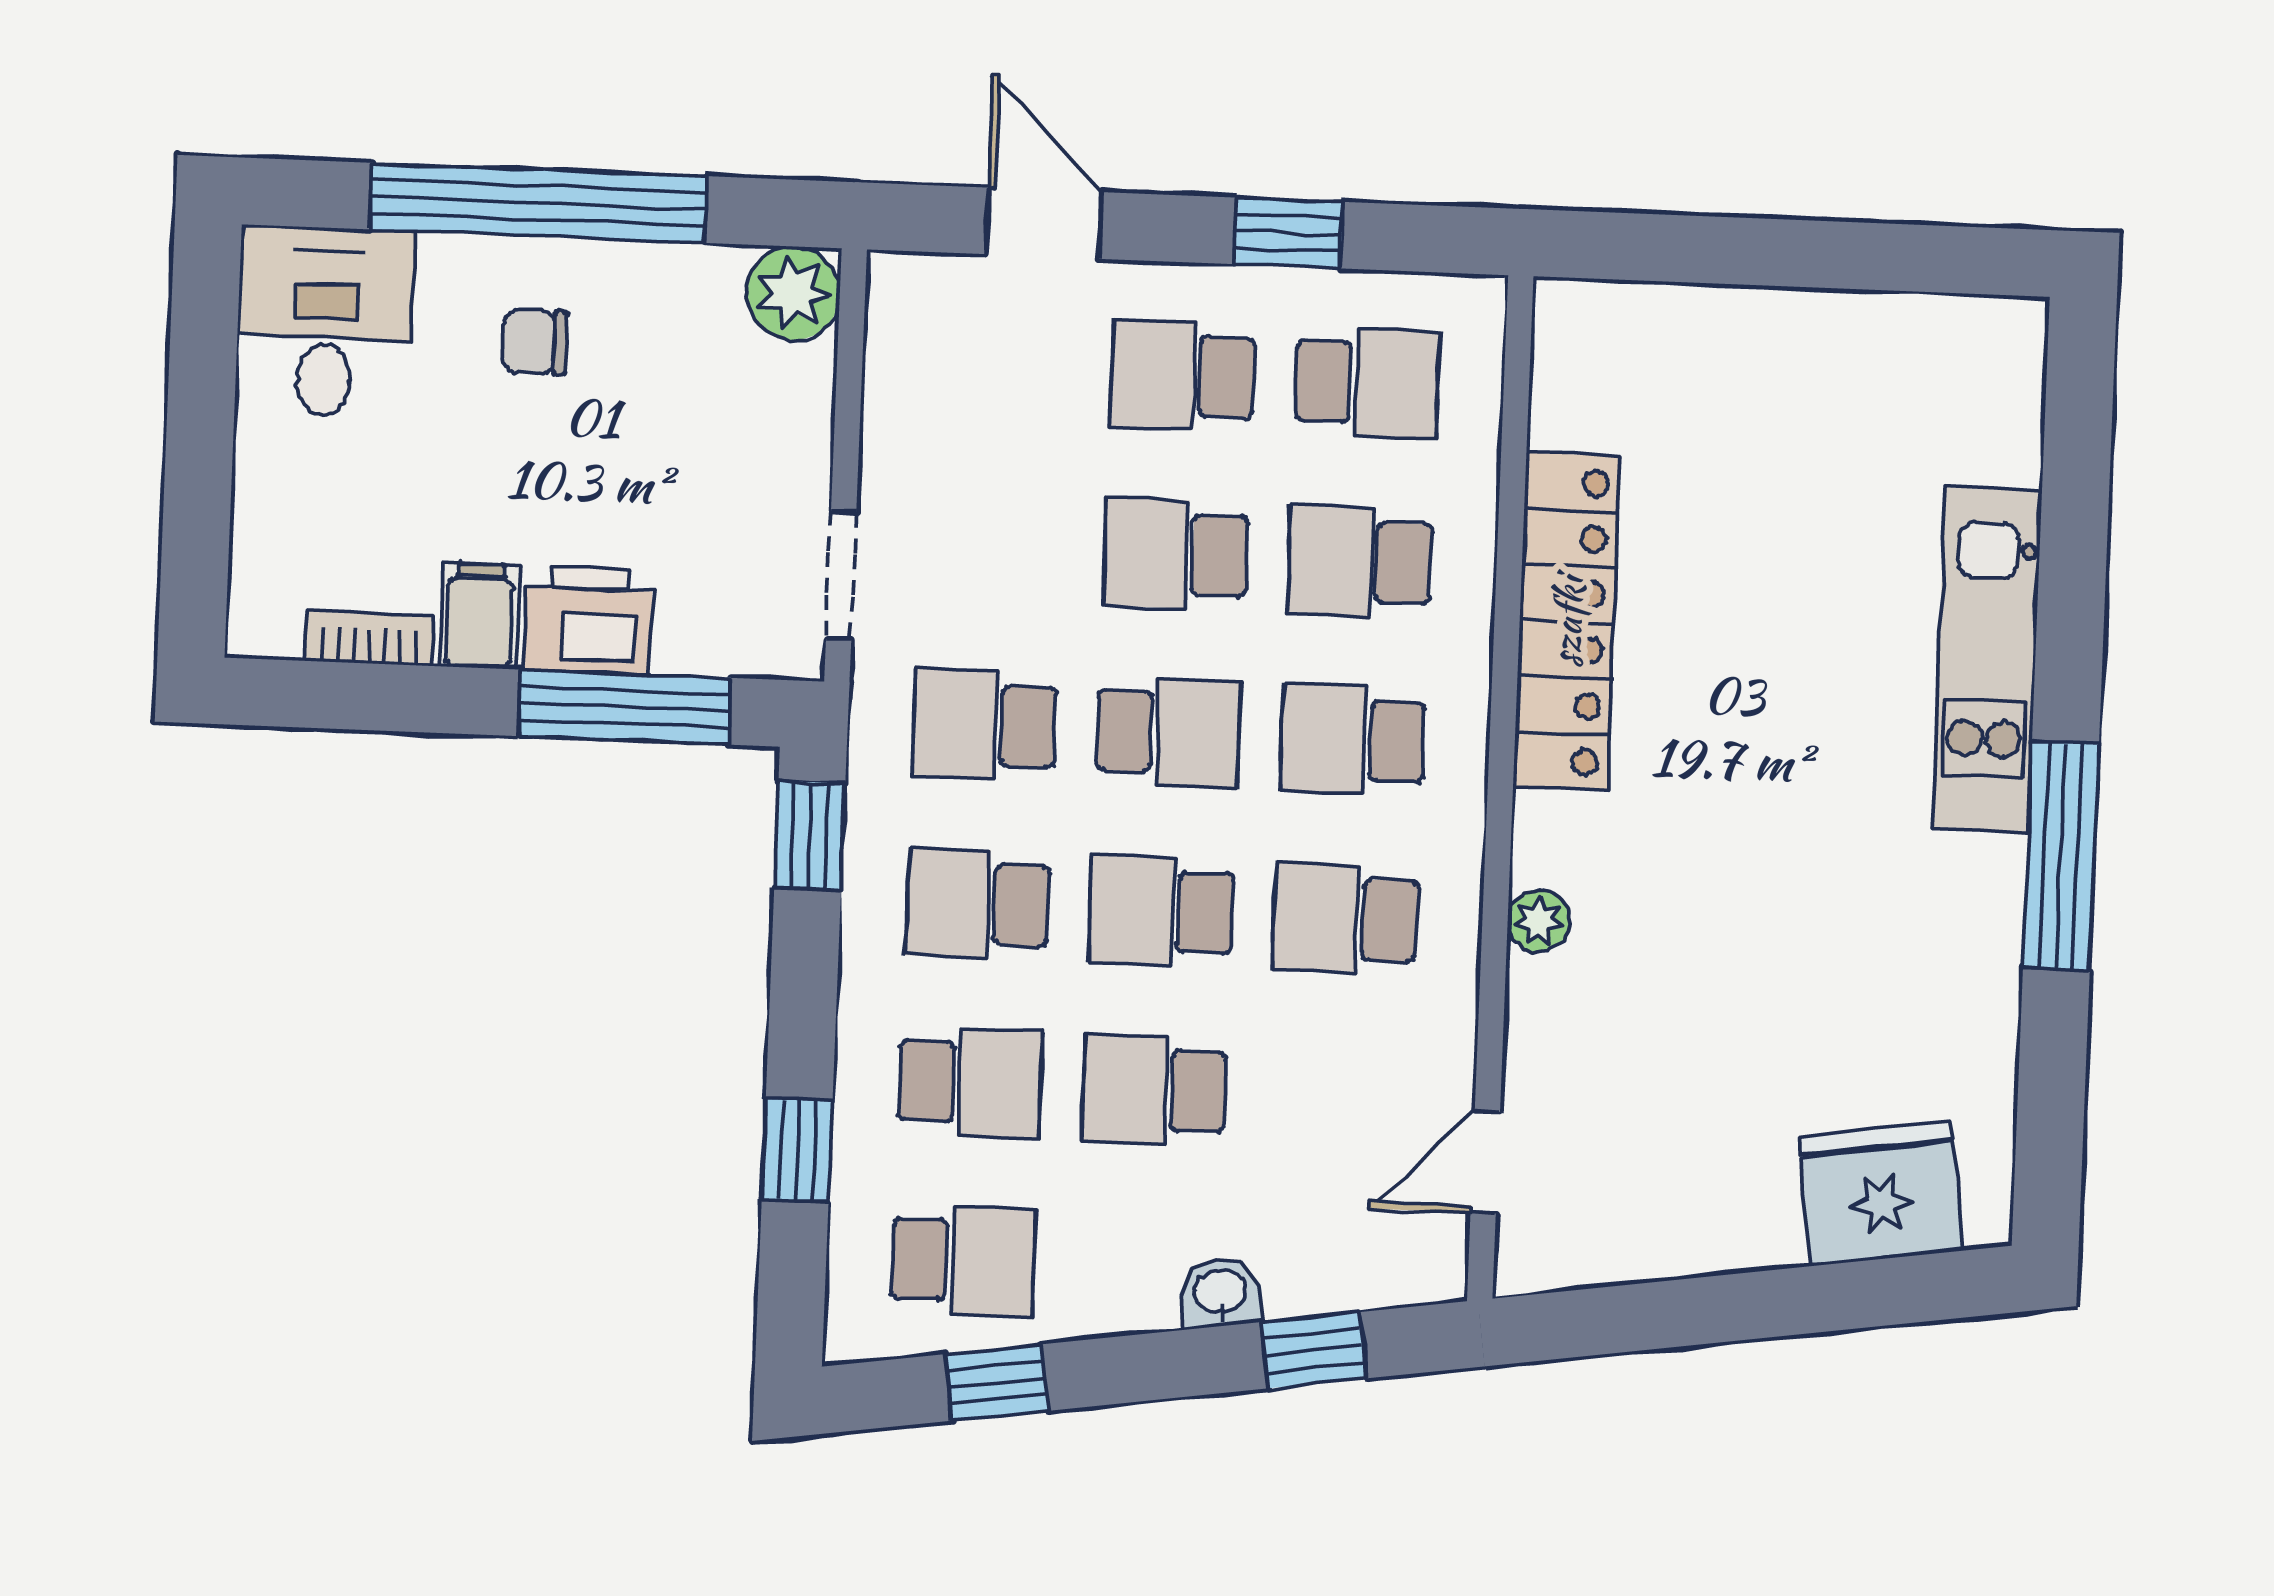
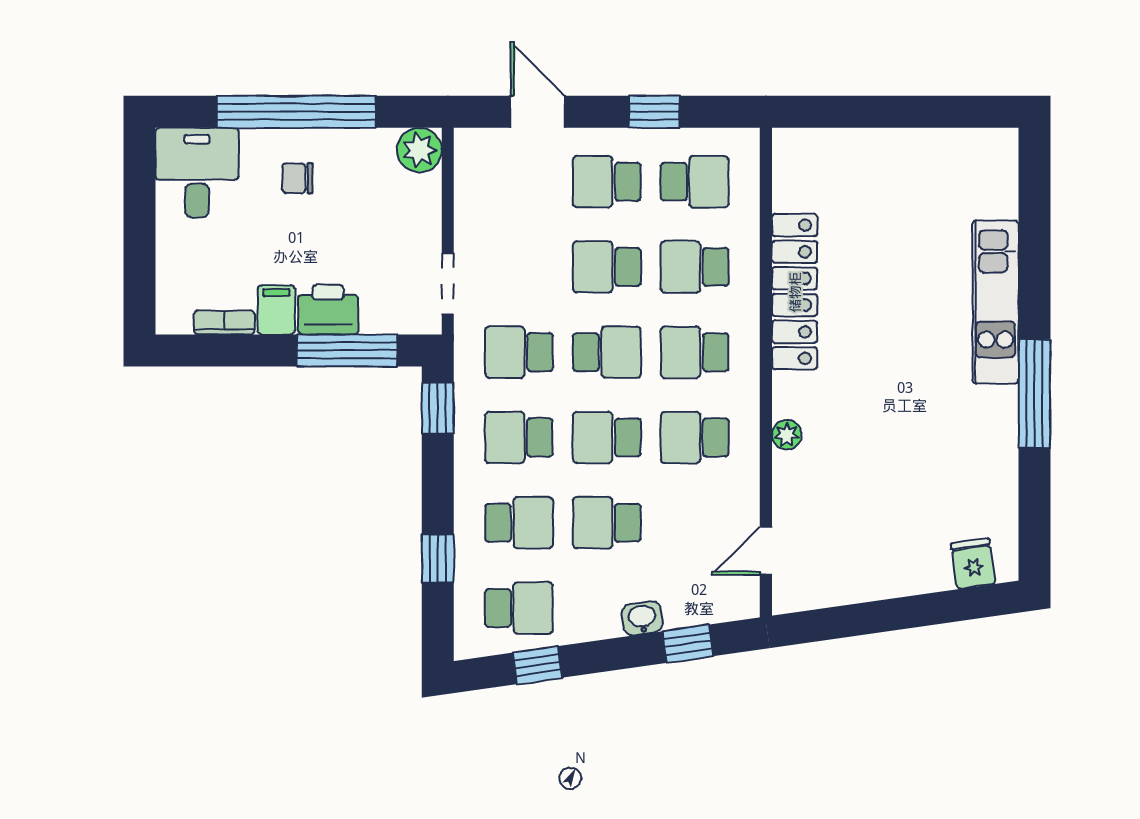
fridge: (1881, 1194) -> (973, 564), width x0.53, depth x0.75

